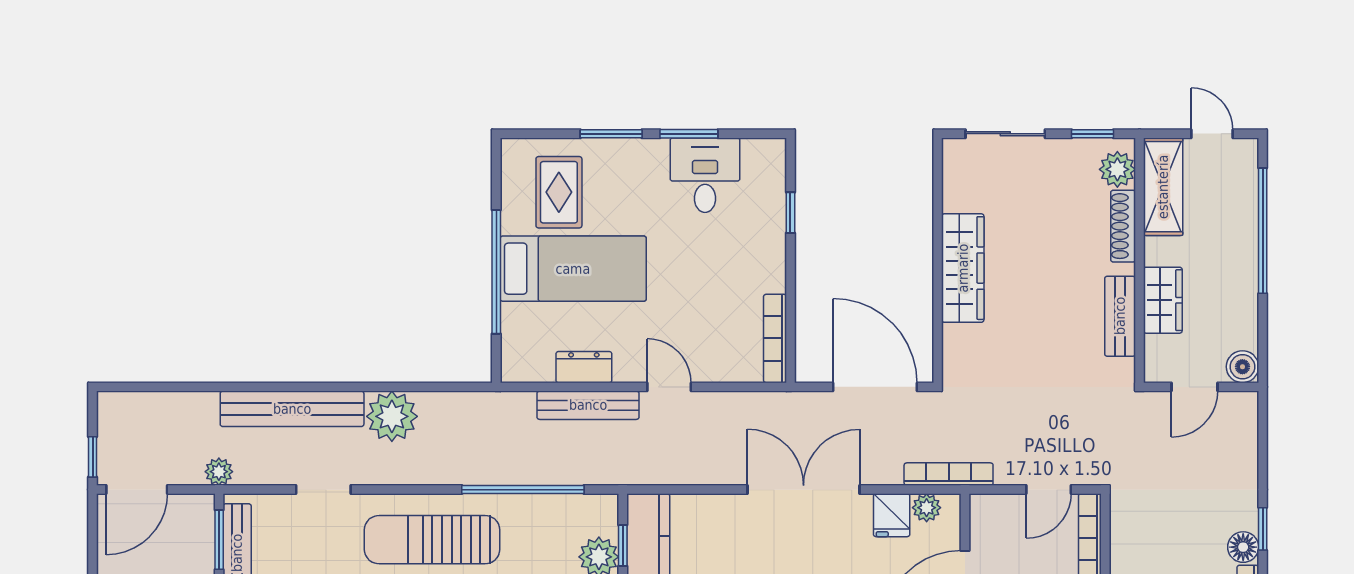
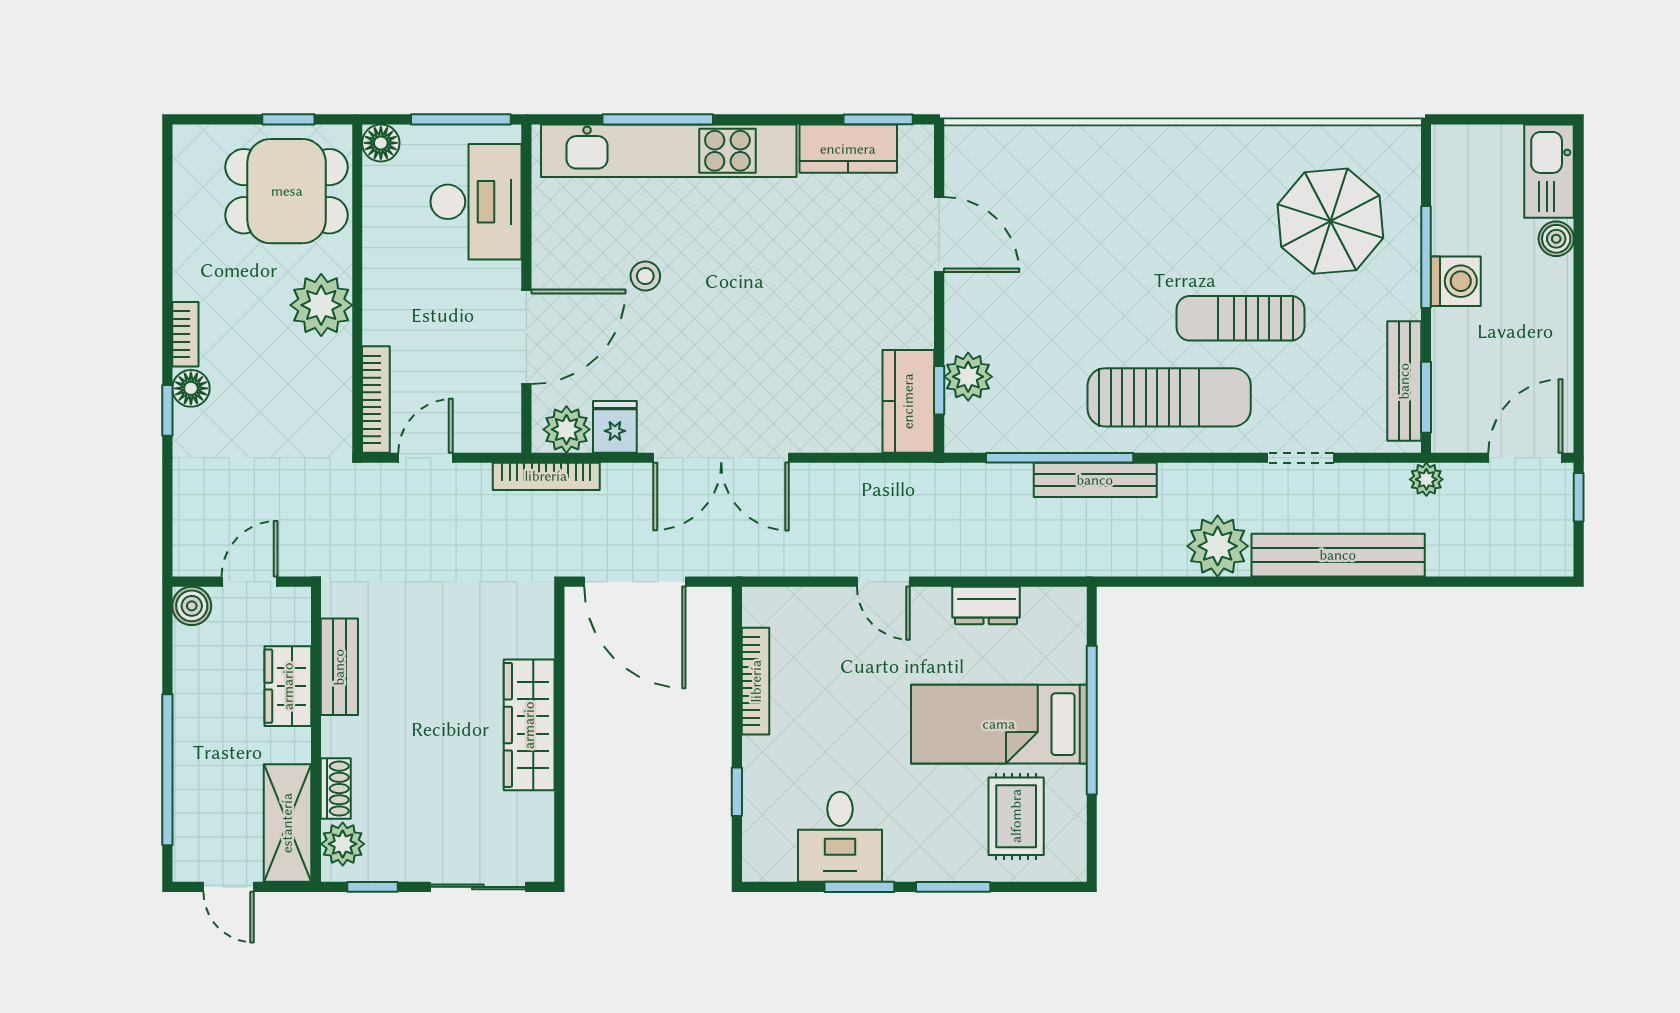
shoe rack: (1123, 226) -> (336, 789), width x0.70
bookcase: (775, 338) -> (756, 681), moved
bench: (588, 405) -> (1095, 480), moved
plant: (927, 508) -> (566, 429), width x1.38, depth x1.38

